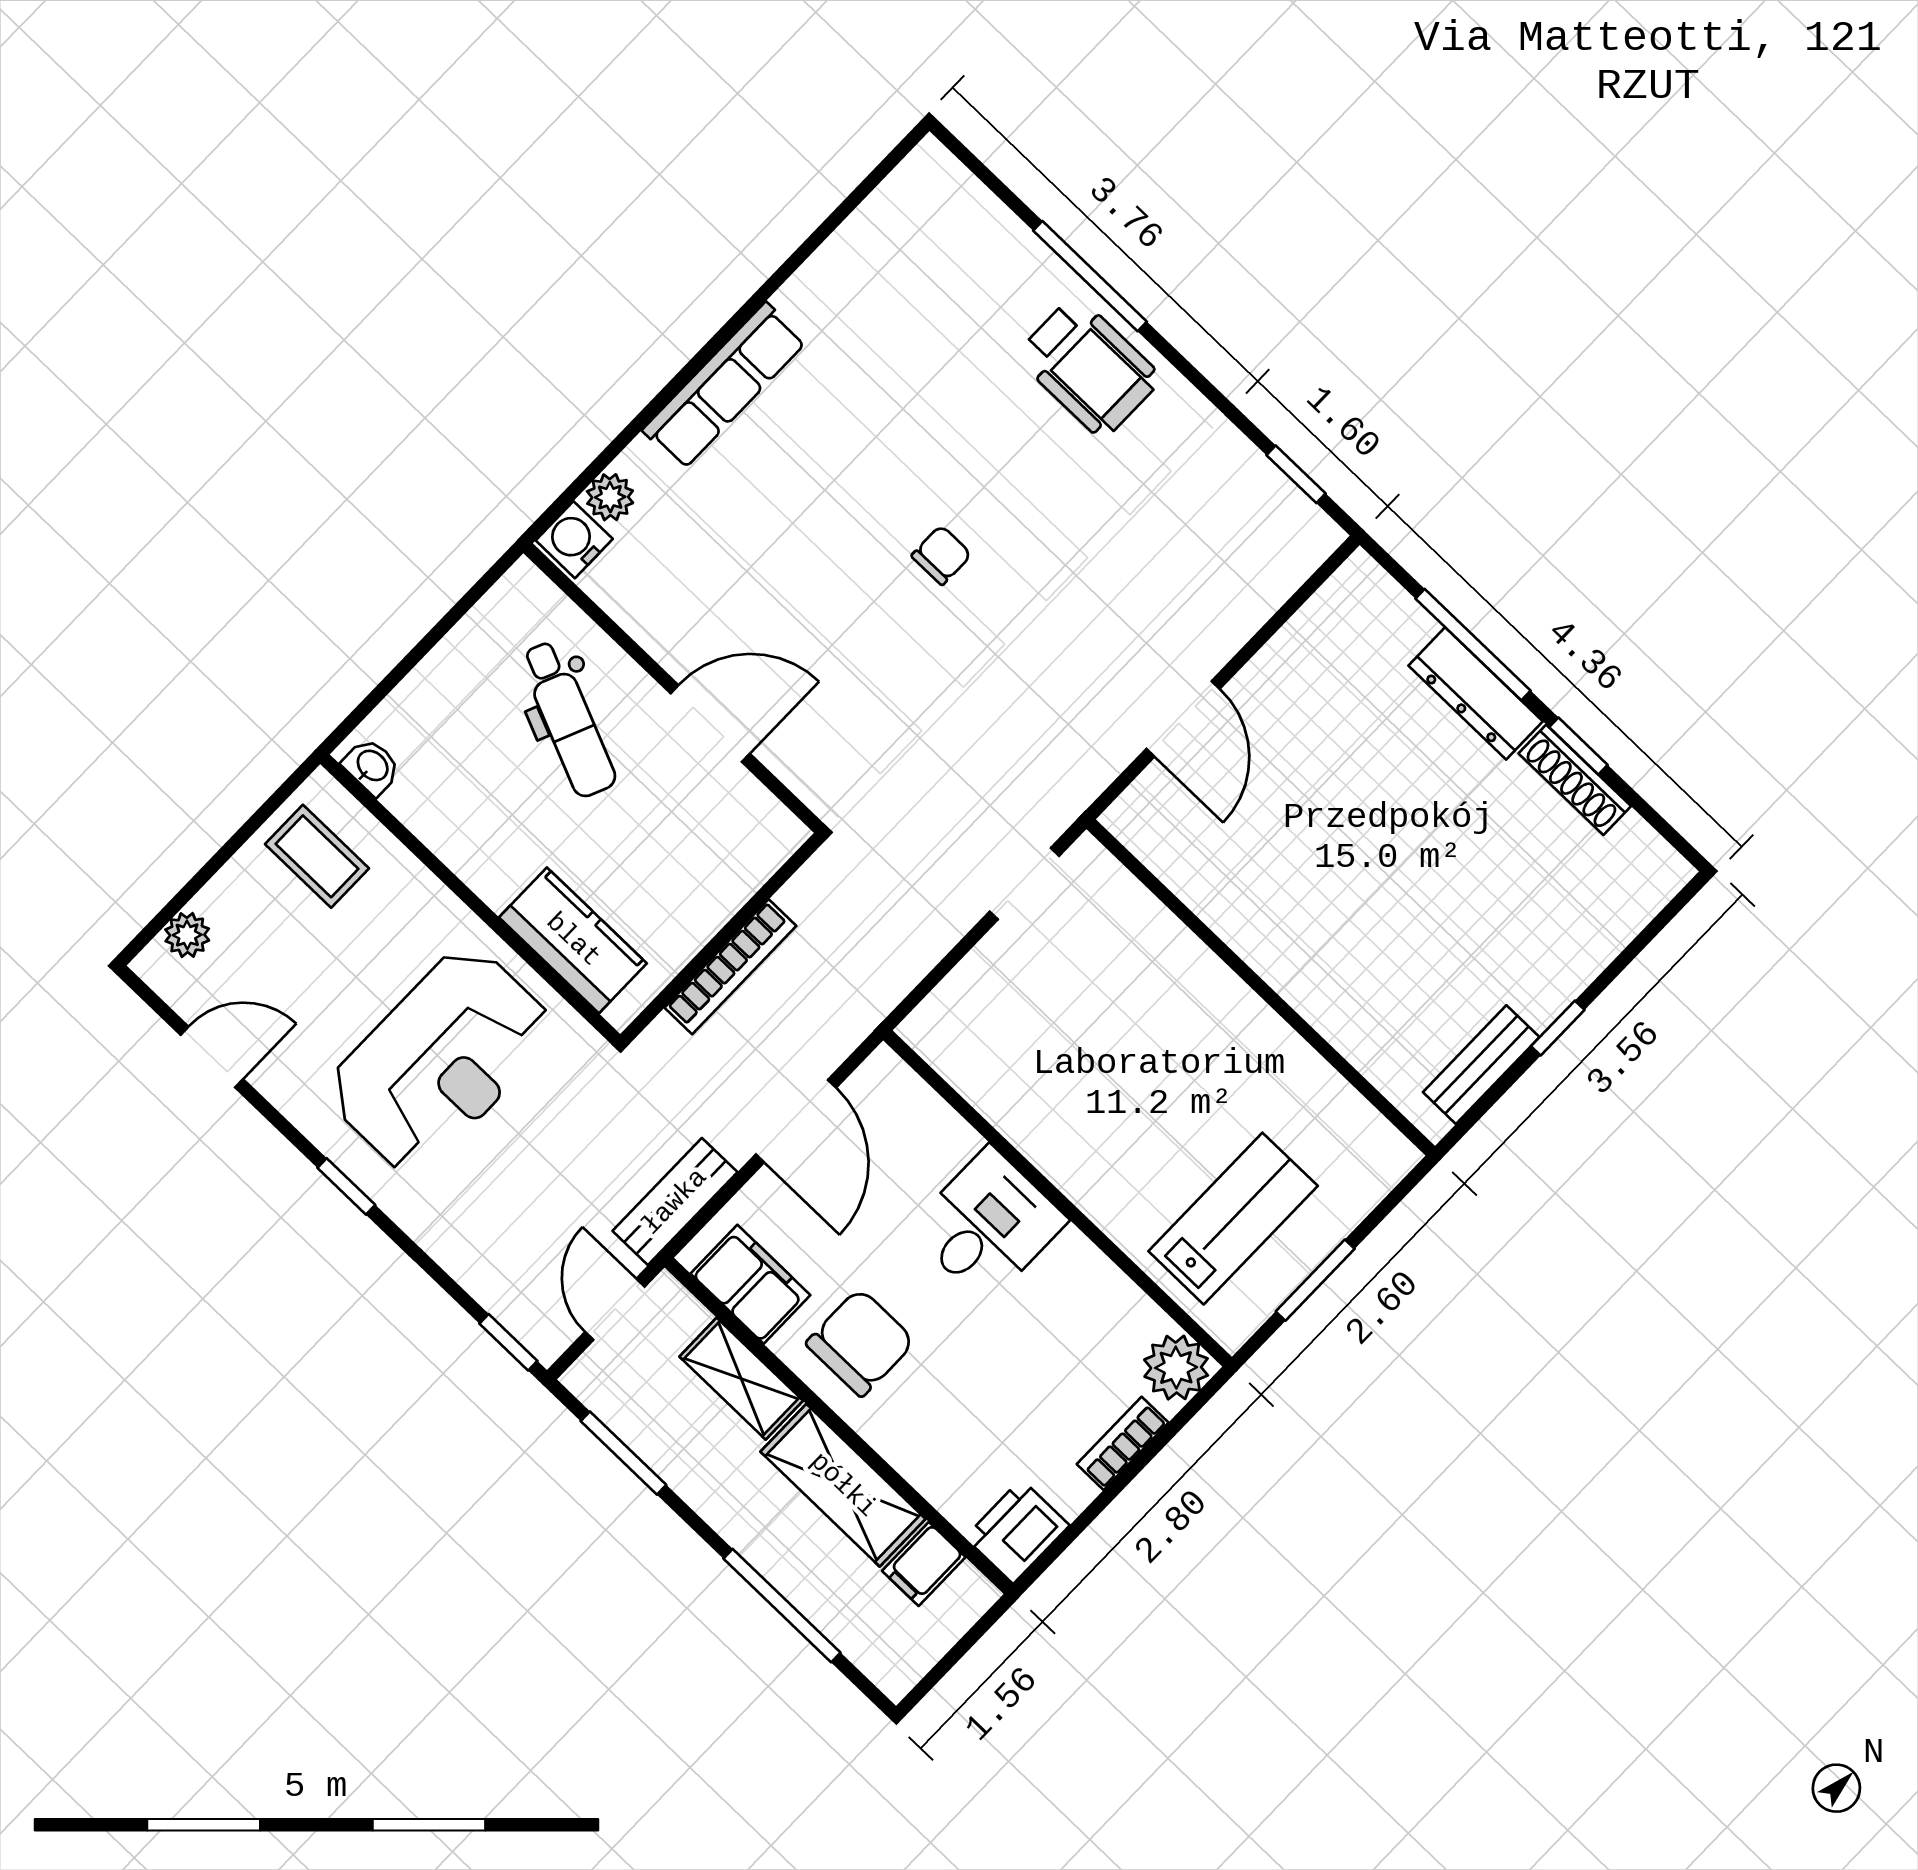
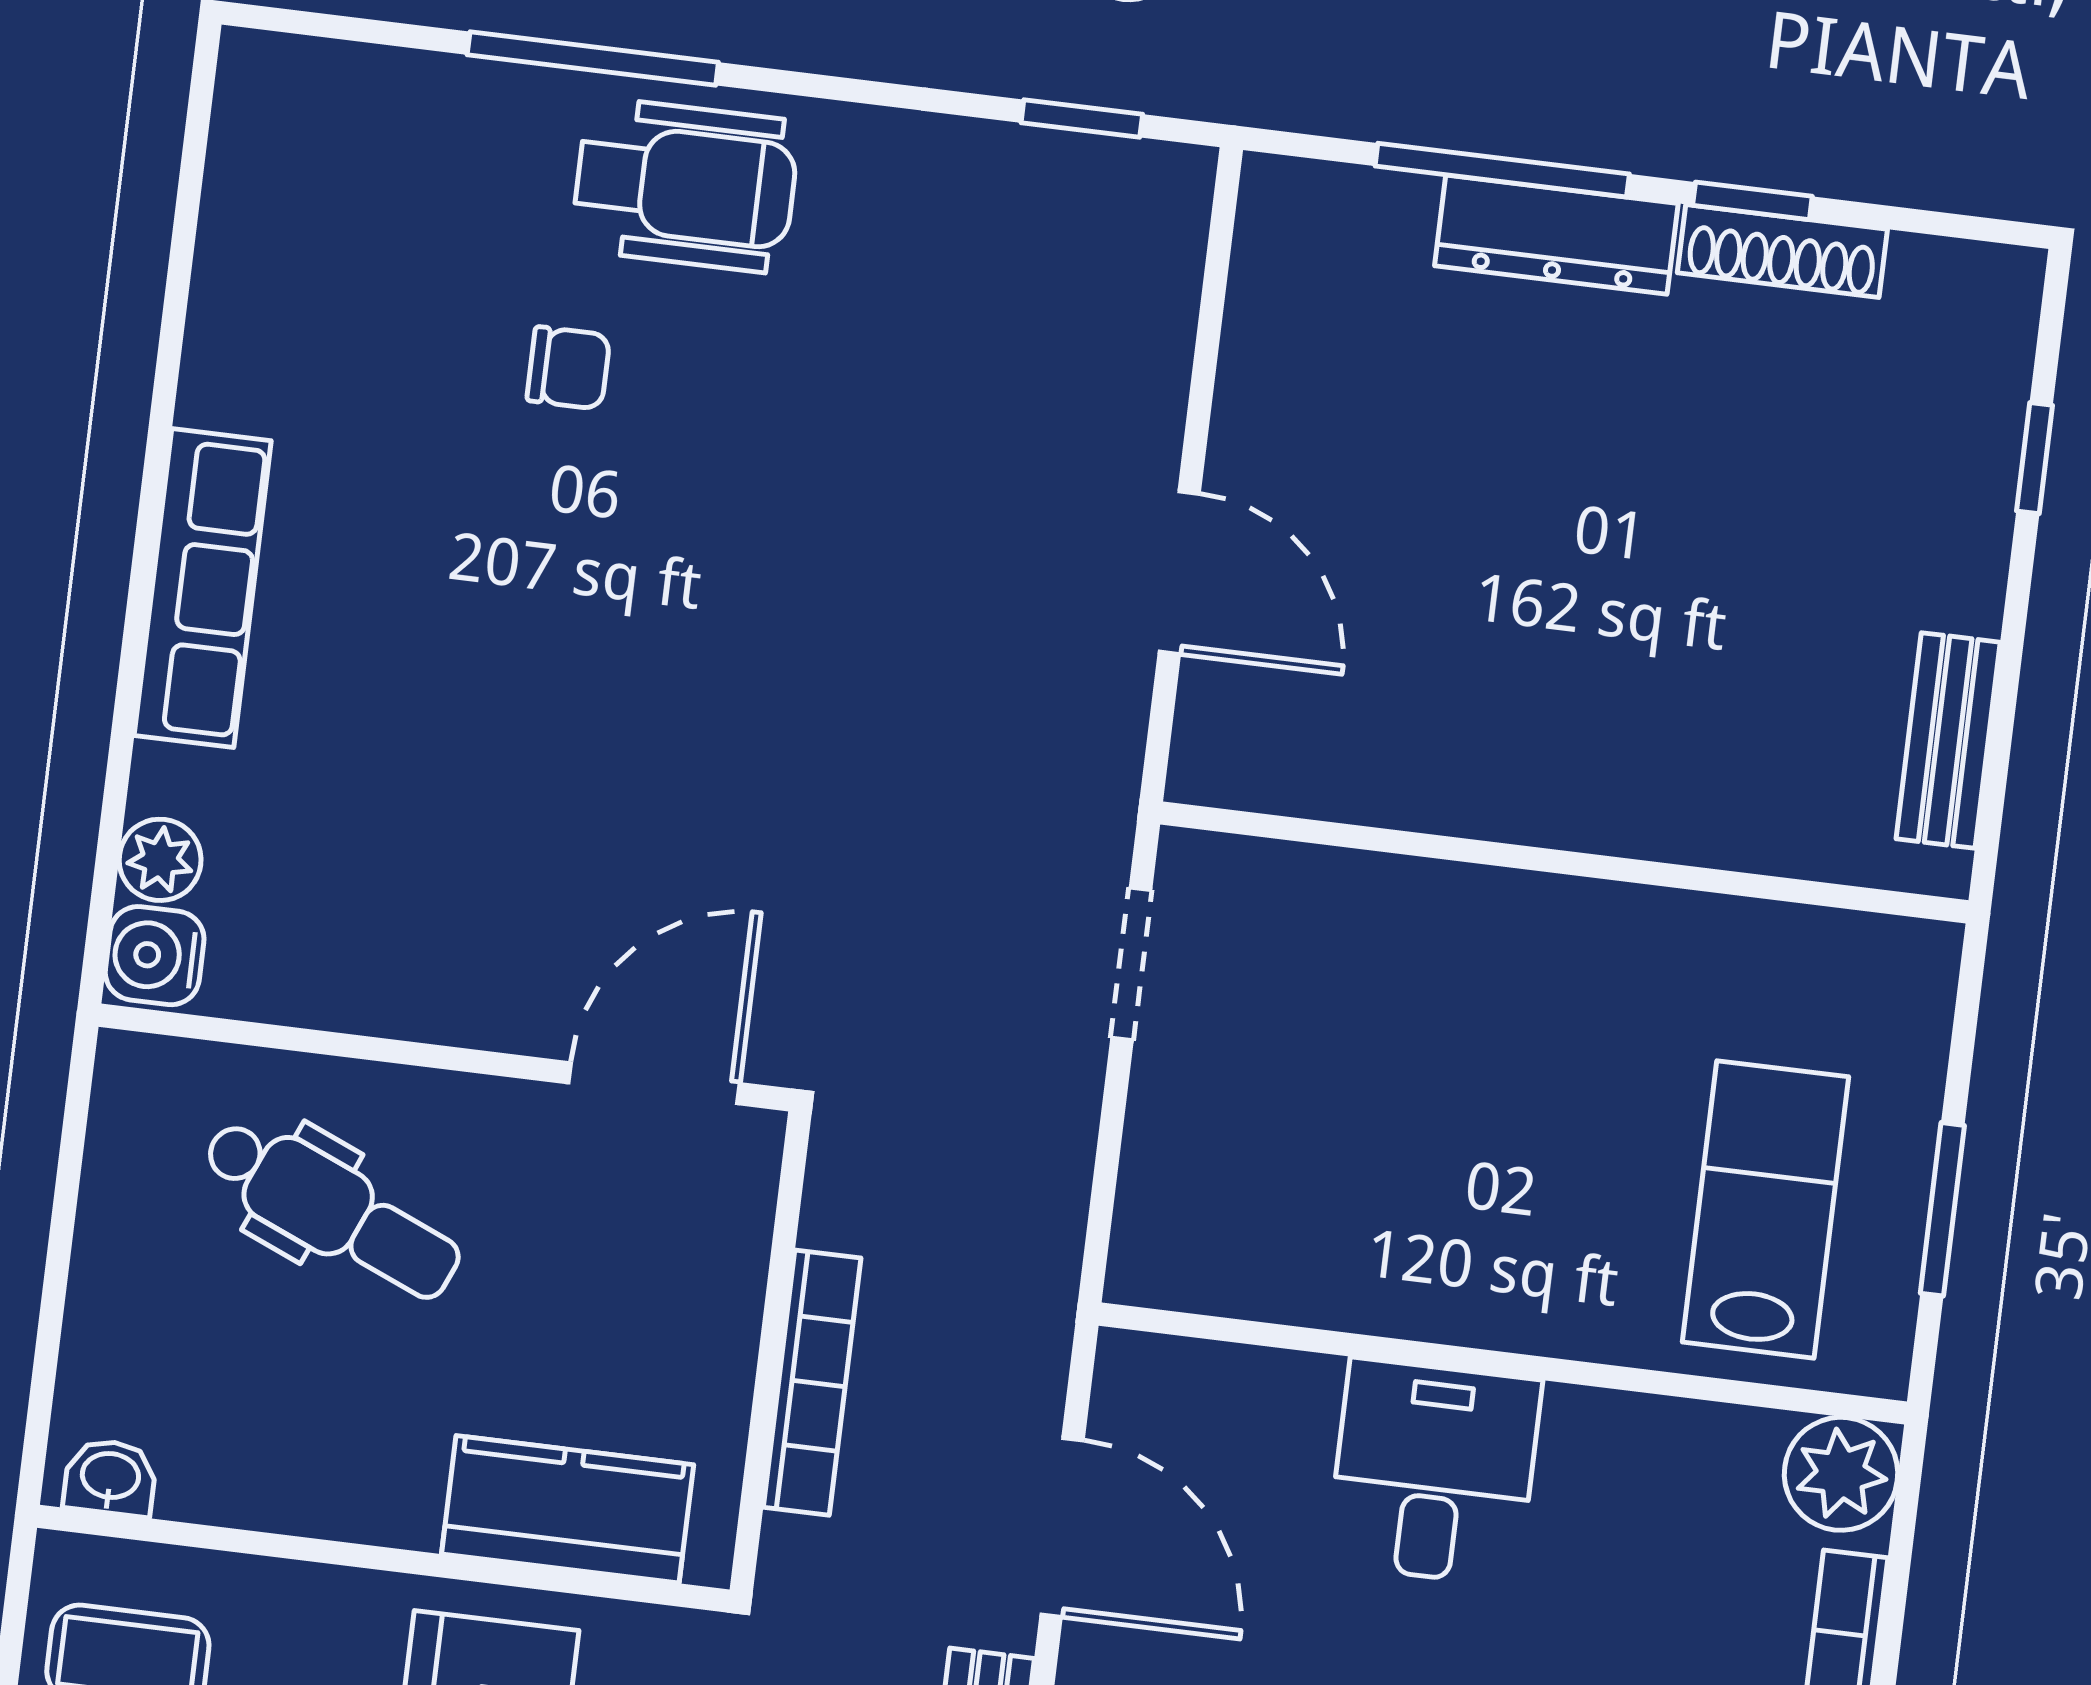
chair: (941, 555) -> (568, 368), moved, turned 90
door: (710, 723) -> (654, 1083), moved
window: (1558, 1028) -> (2035, 458), moved

